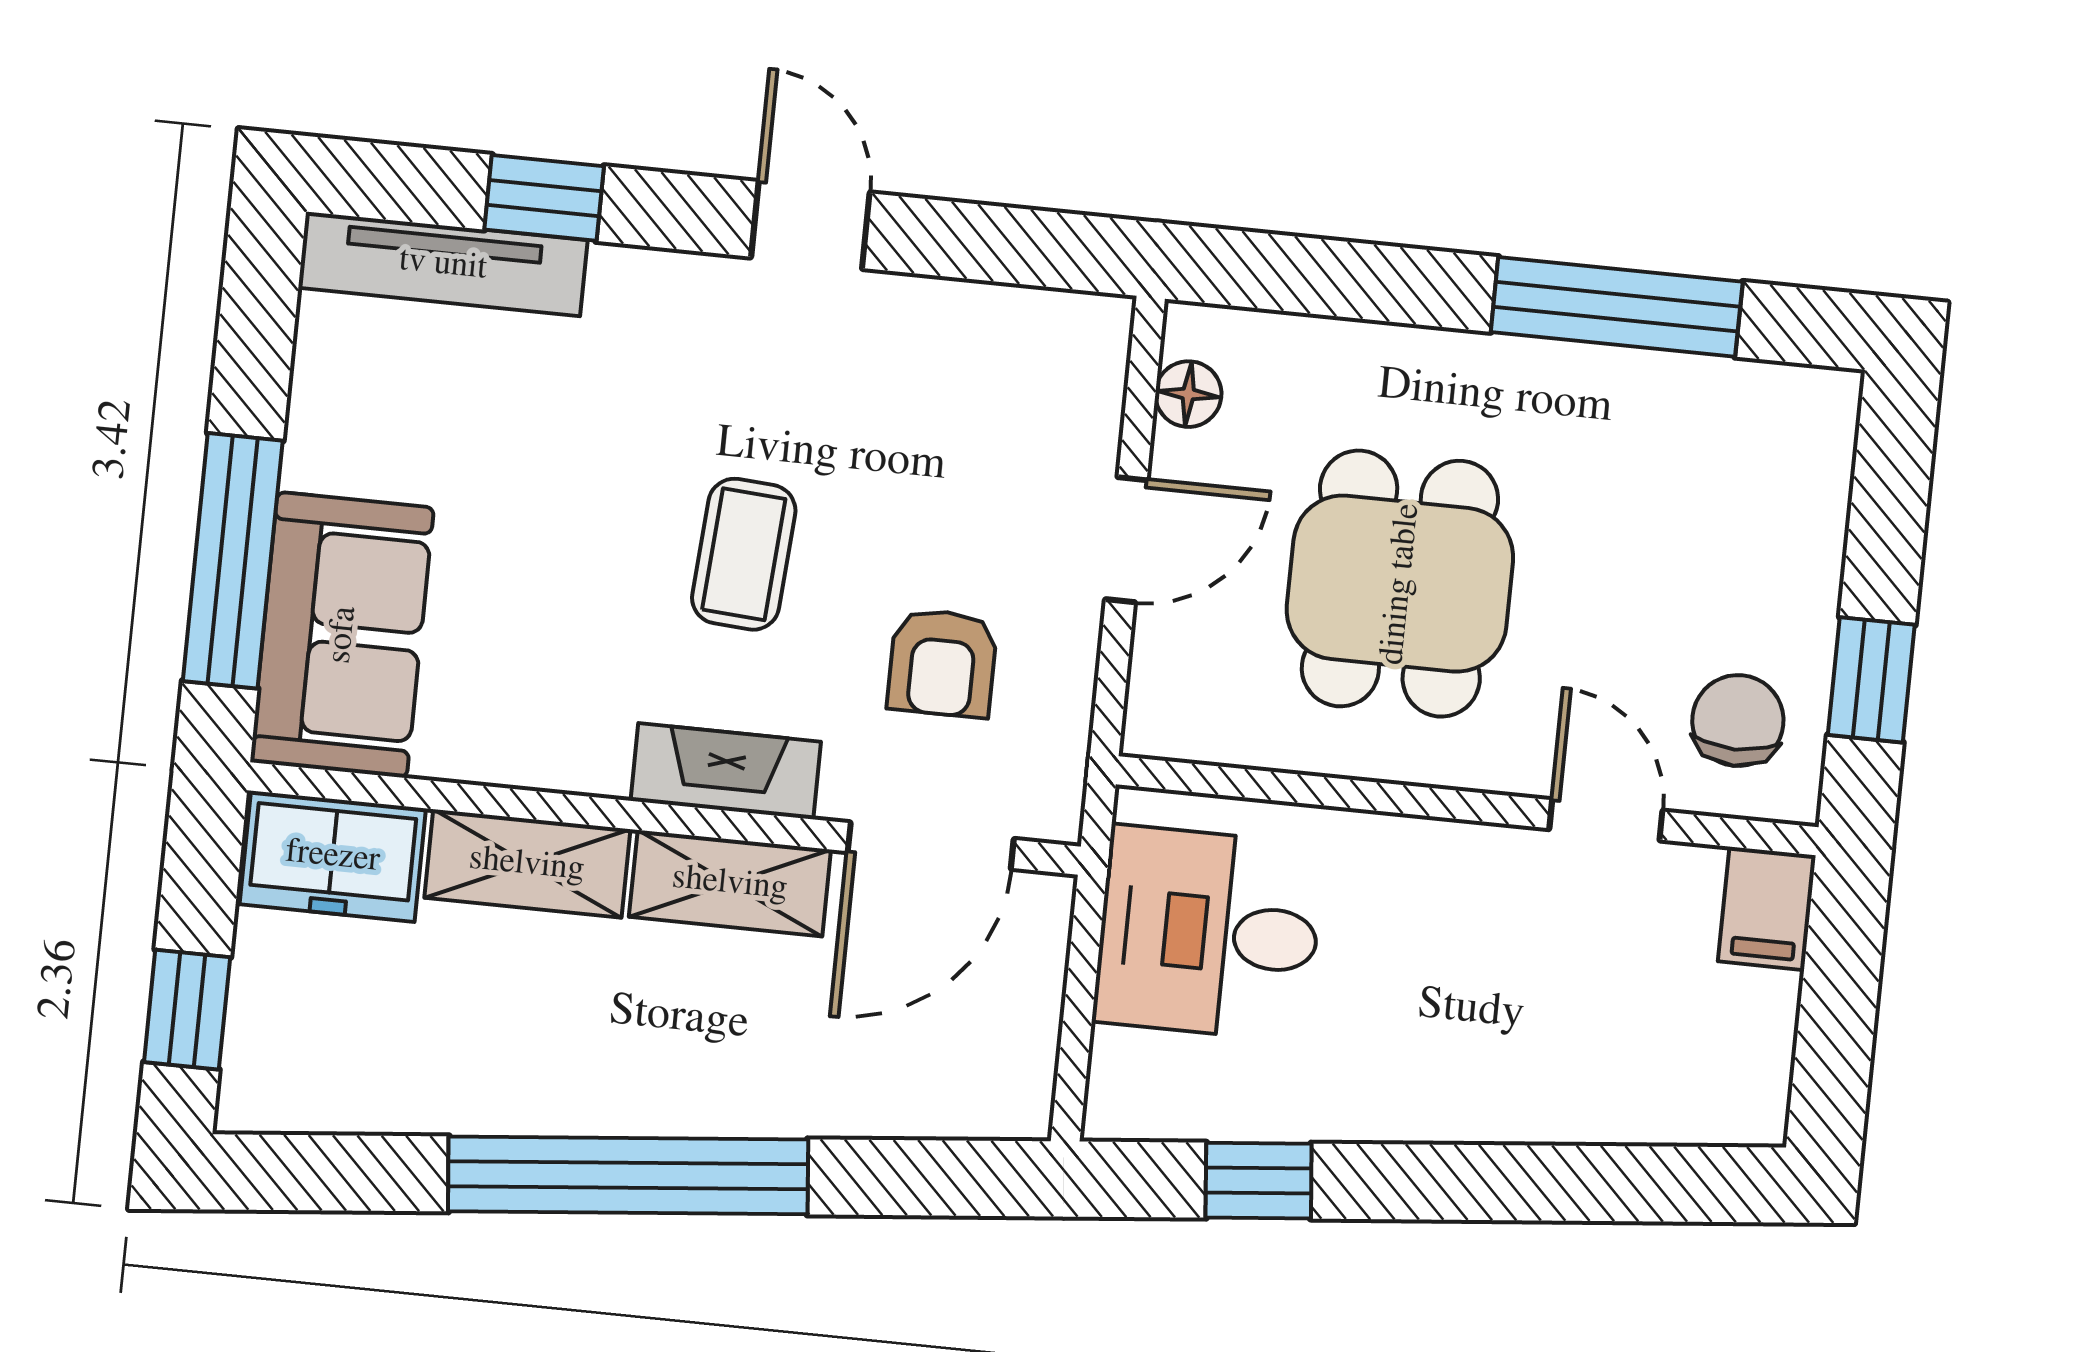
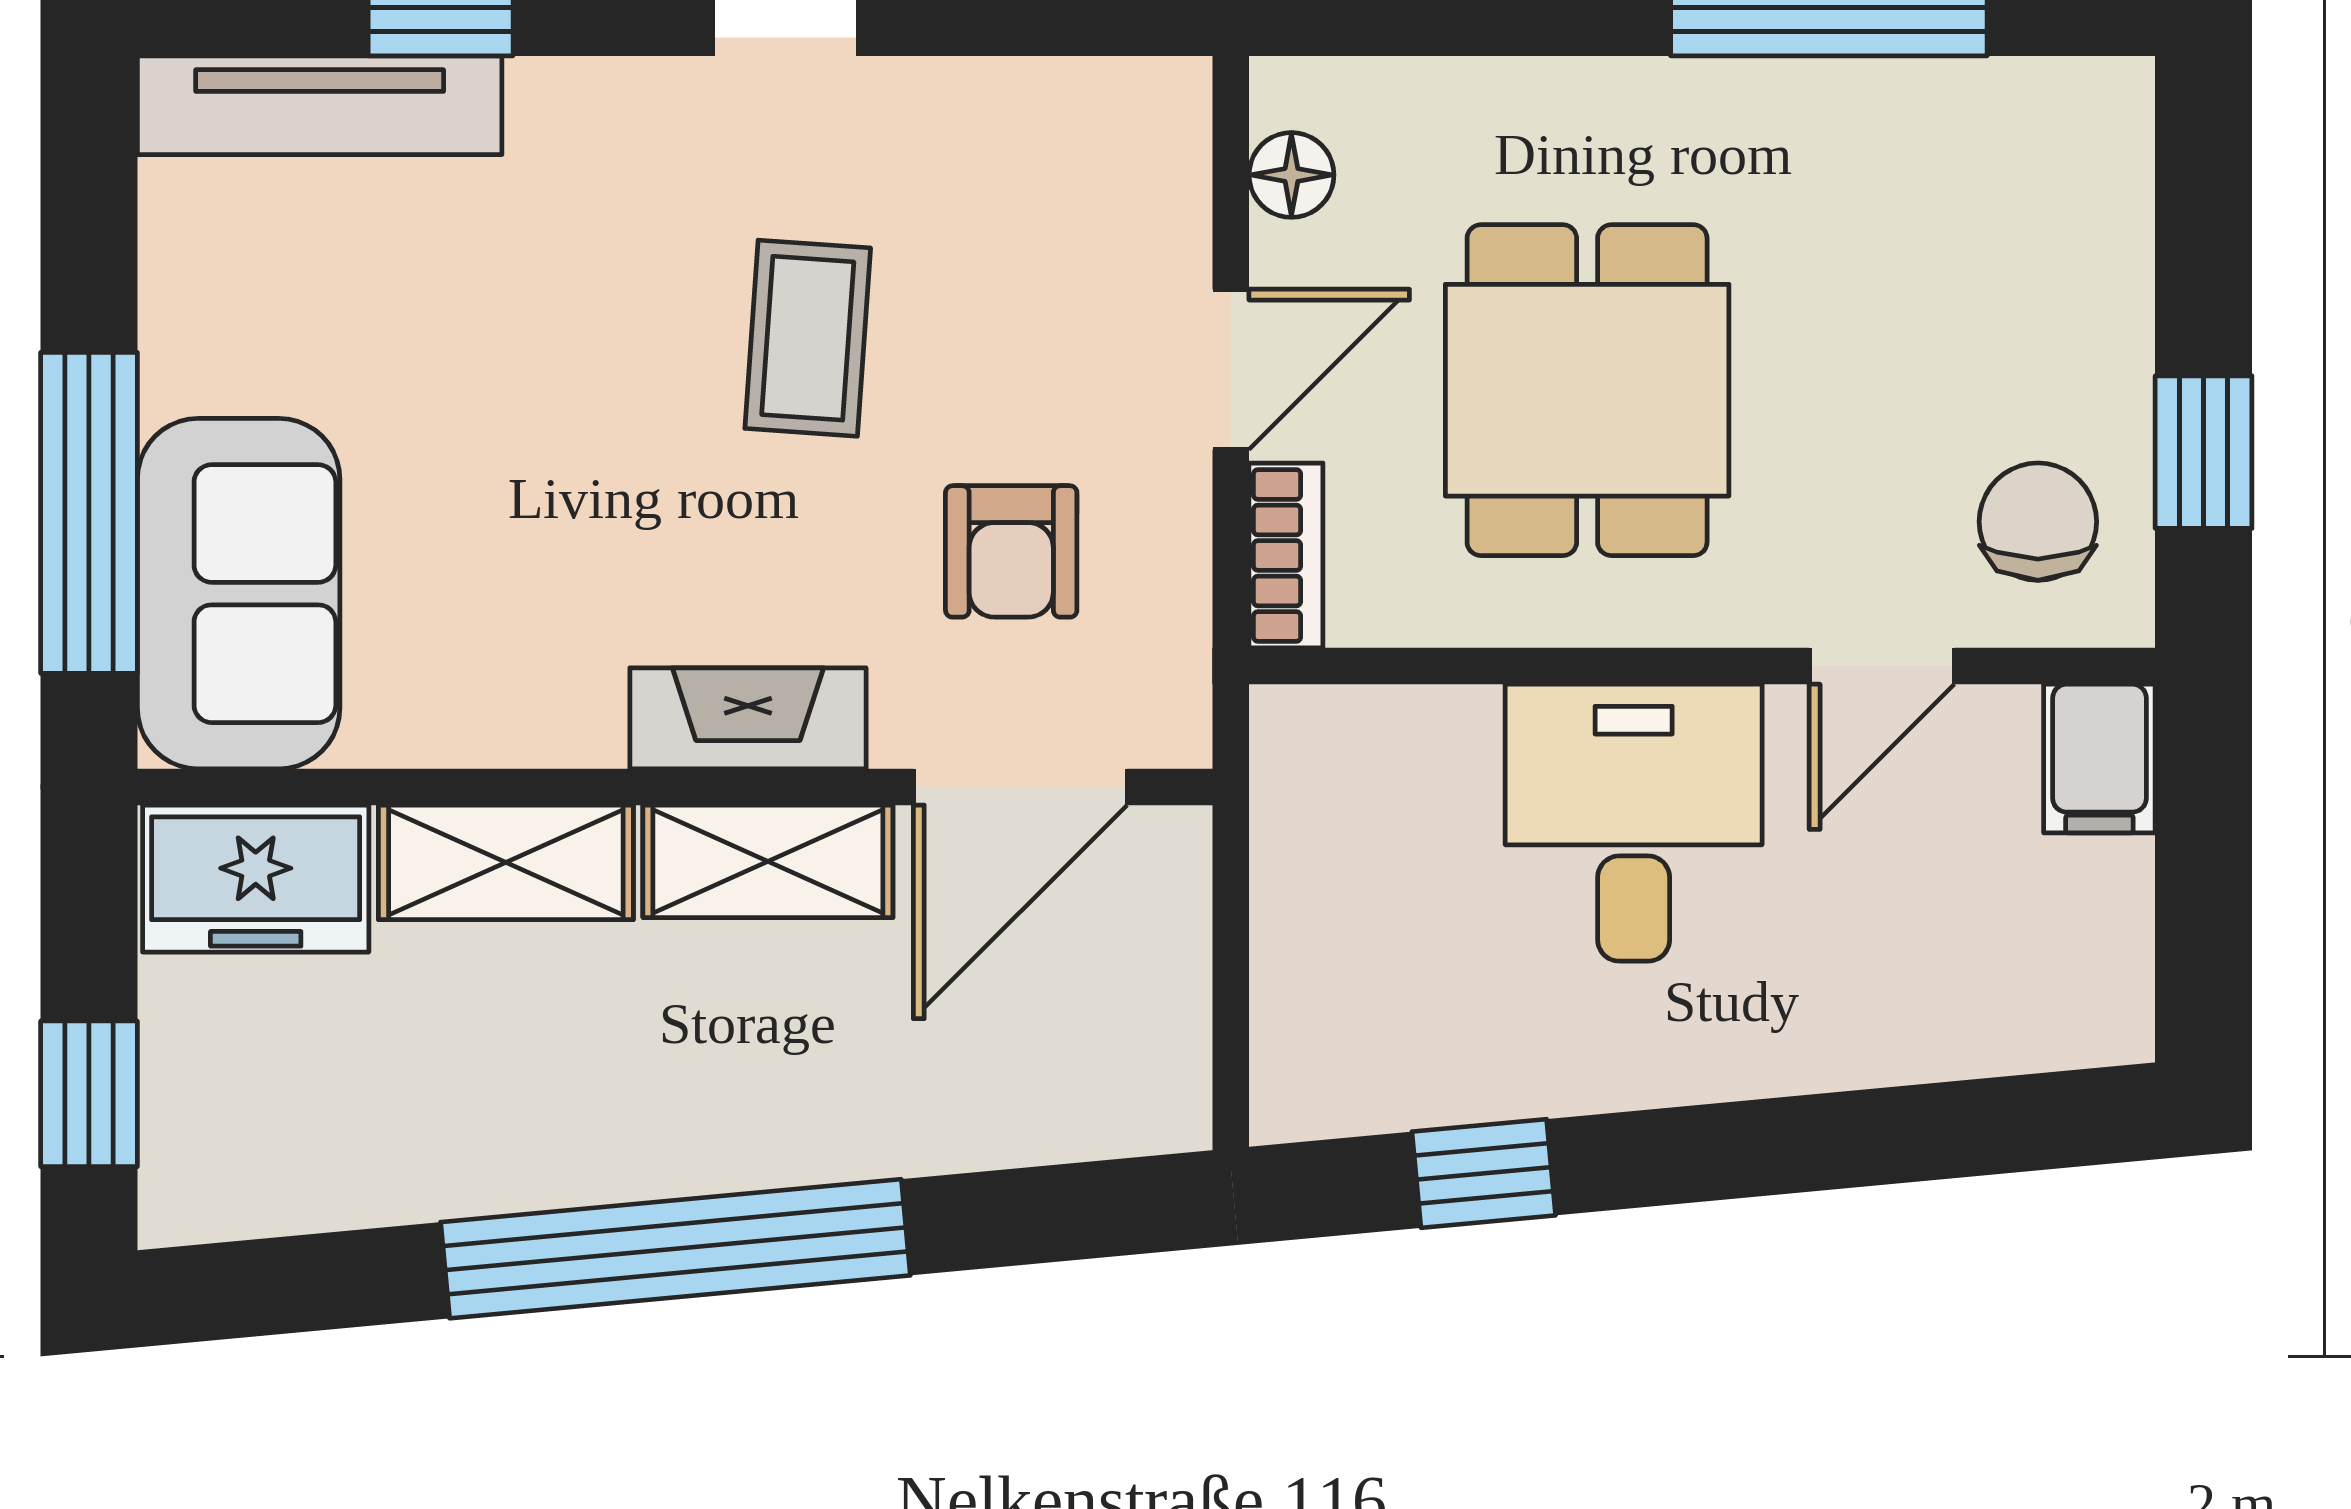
coffee table: (744, 554) -> (808, 338), moved
bookcase: (1154, 688) -> (1286, 556), added
door: (1606, 820) -> (1882, 666), swing flipped
desk: (1209, 933) -> (1634, 823), moved, turned 90

